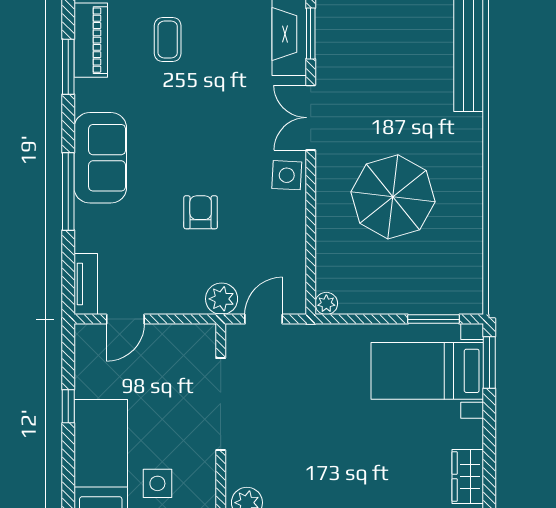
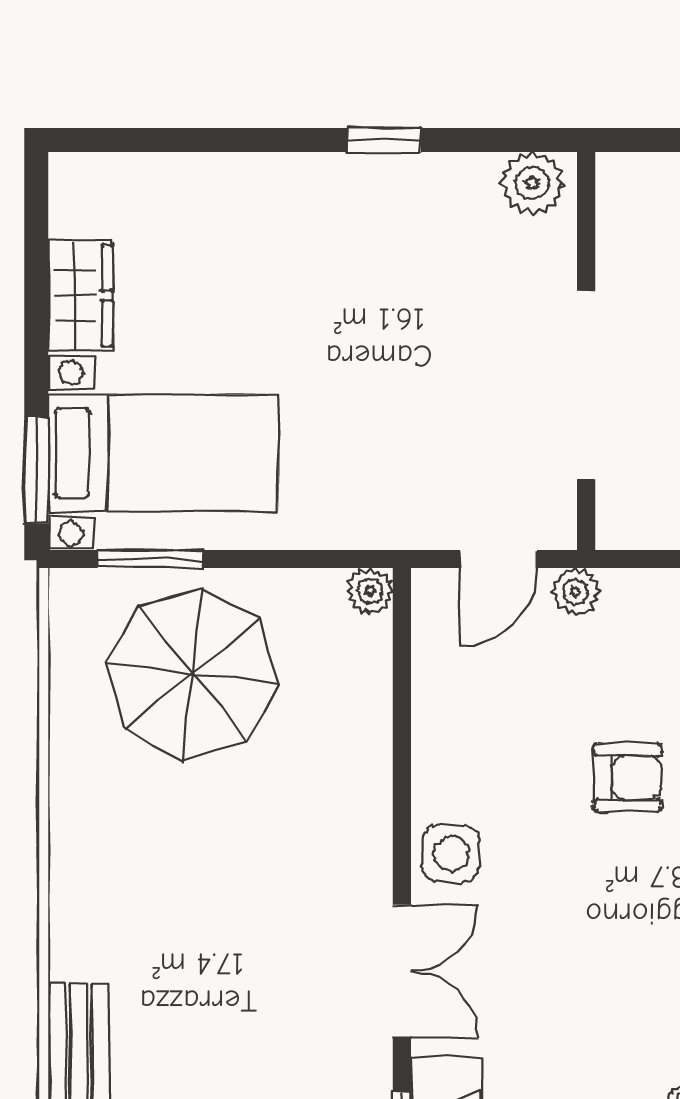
parasol: (393, 197) -> (193, 674), moved
armchair: (201, 212) -> (627, 778), turned -90
plant: (222, 299) -> (575, 592), width x0.73, depth x0.73
wardrobe: (468, 477) -> (80, 296), moved

